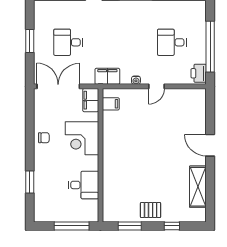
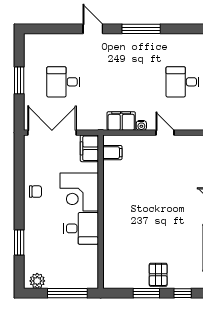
filing cabinet: (107, 76) -> (121, 121), moved
door: (156, 86) -> (165, 133), swing flipped
desk: (84, 185) -> (81, 228), moved
pallet: (151, 210) -> (158, 275), turned 90
plant: (45, 215) -> (37, 281), added
window: (130, 226) -> (146, 293), moved

